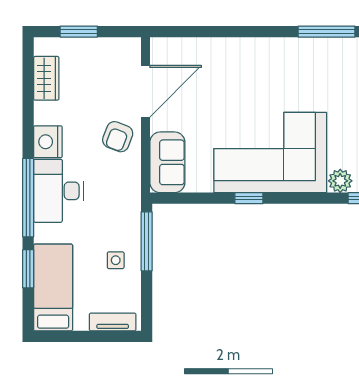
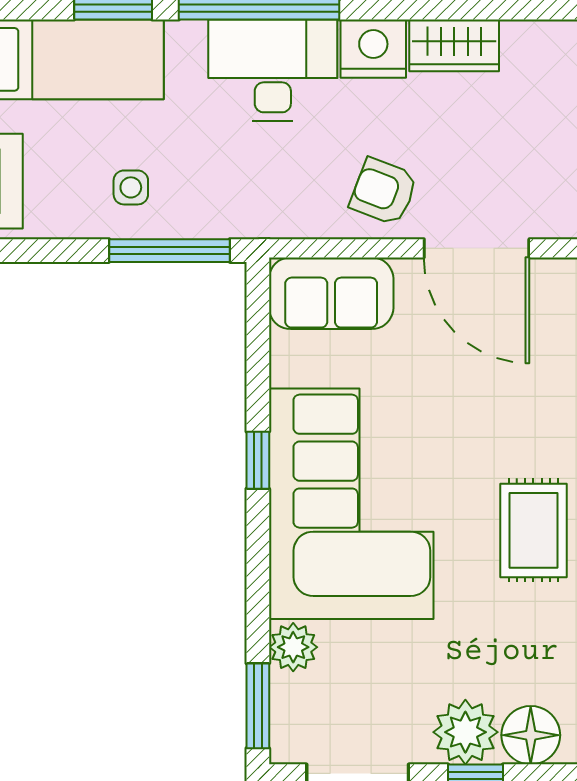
rug: (283, 64) -> (533, 530), added
wardrobe: (46, 78) -> (454, 45), moved

